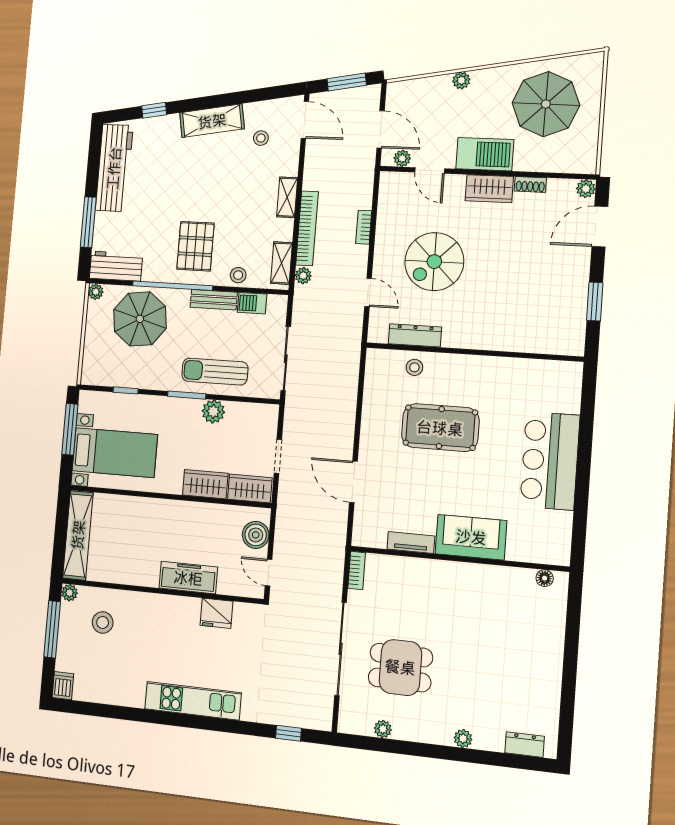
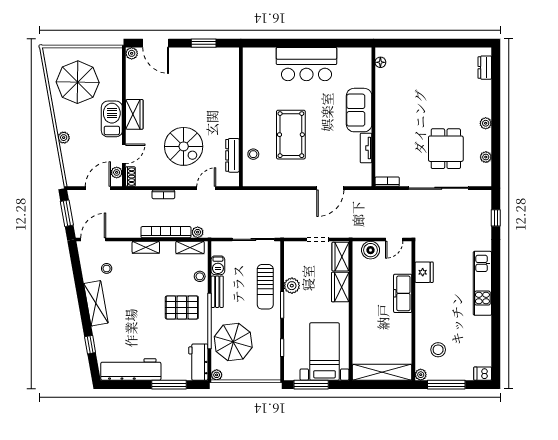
shoe rack: (530, 184) -> (130, 177), moved
plant: (463, 739) -> (486, 123), moved

